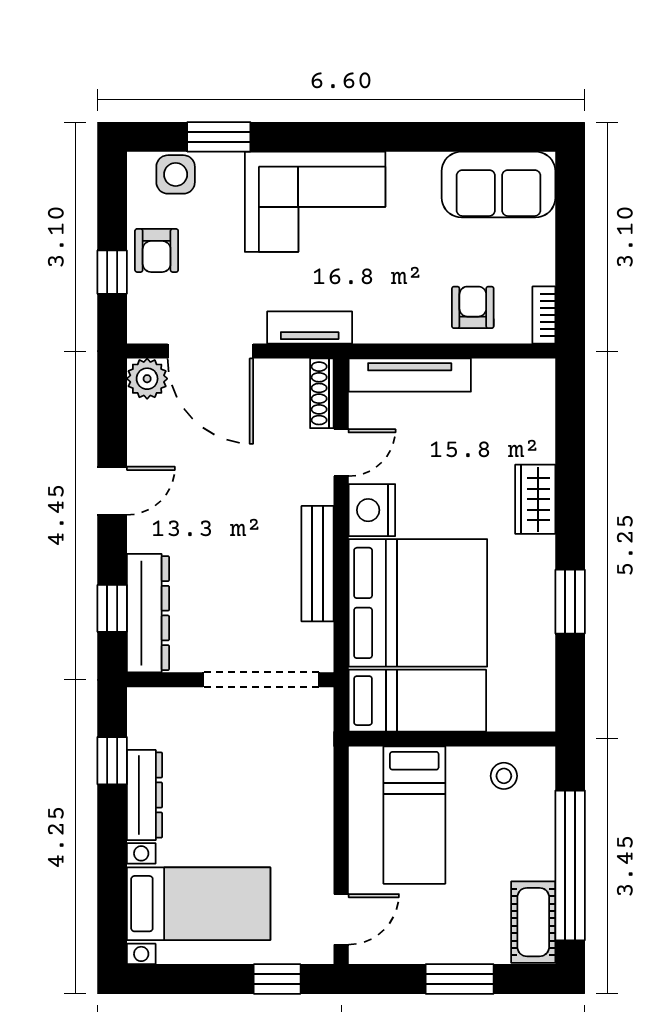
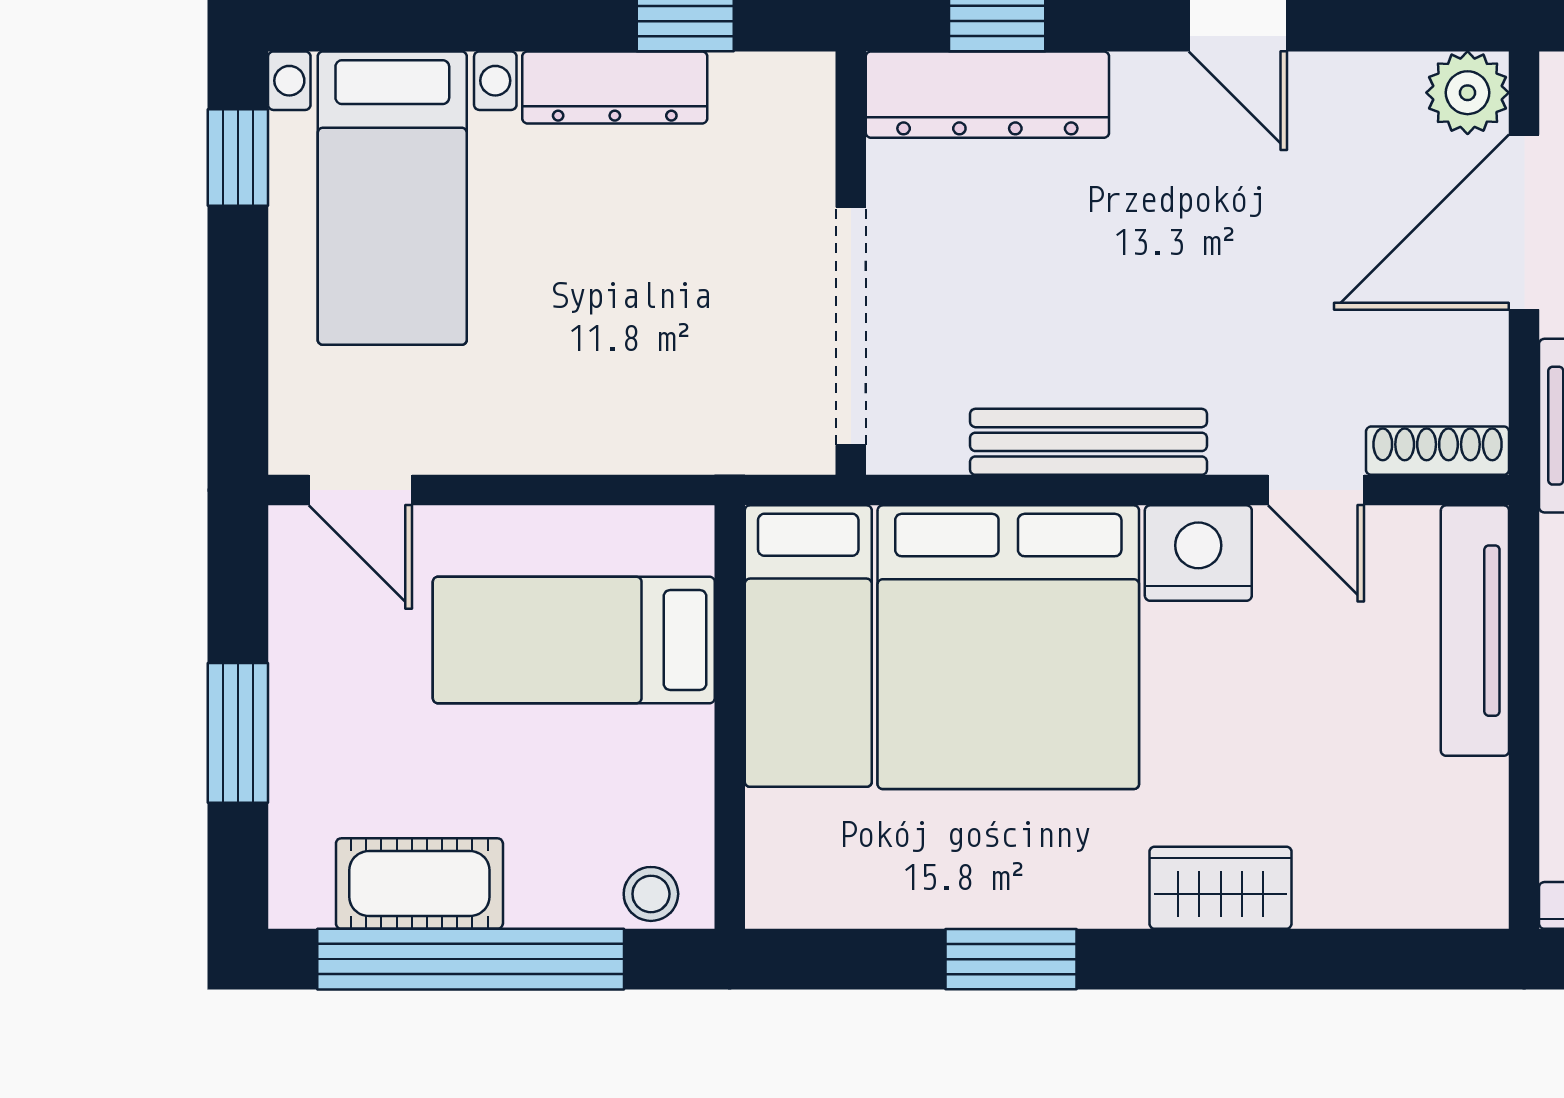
stool: (504, 776) -> (651, 894), moved
cot: (533, 922) -> (419, 884), moved
window: (277, 979) -> (238, 157), moved

